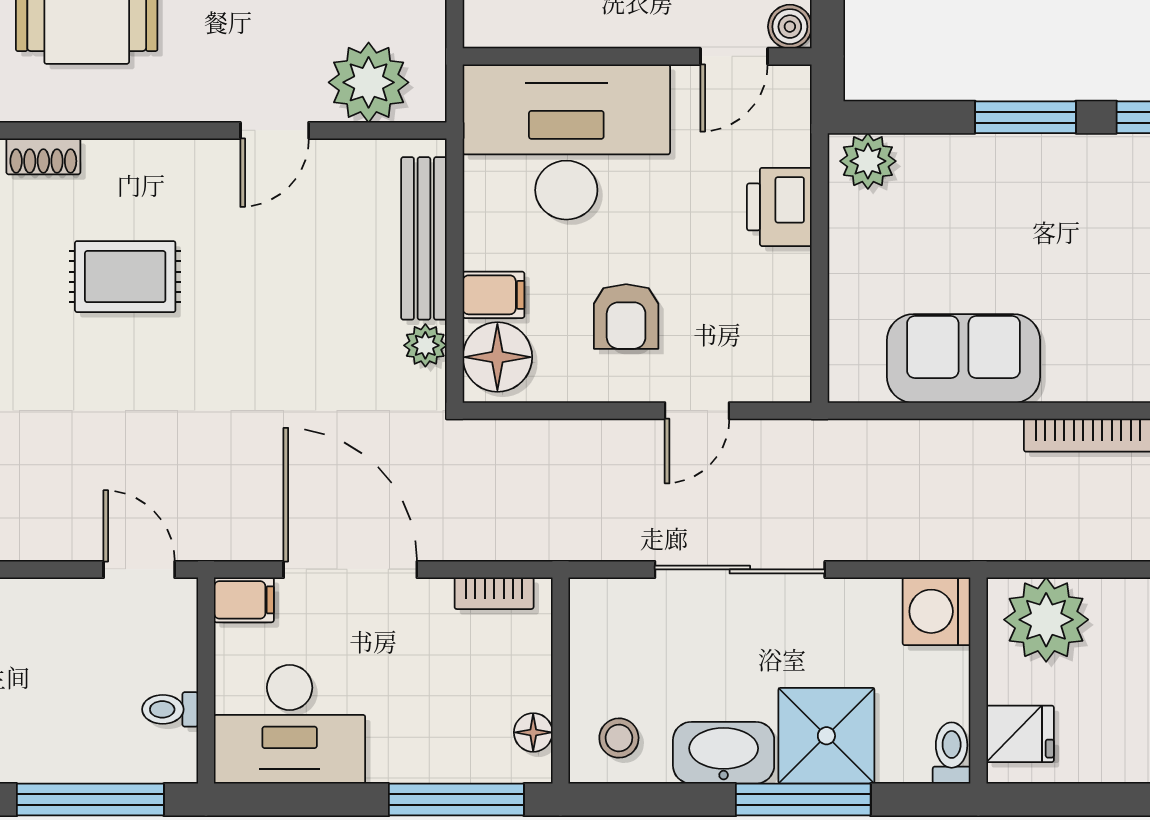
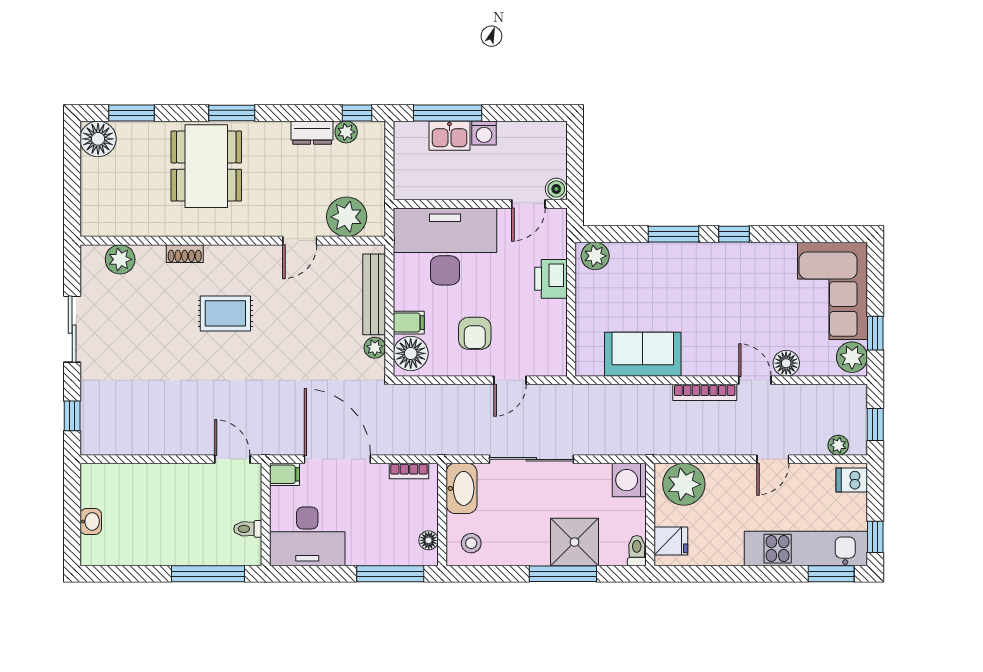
washbasin: (724, 753) -> (461, 488), moved, turned 90

